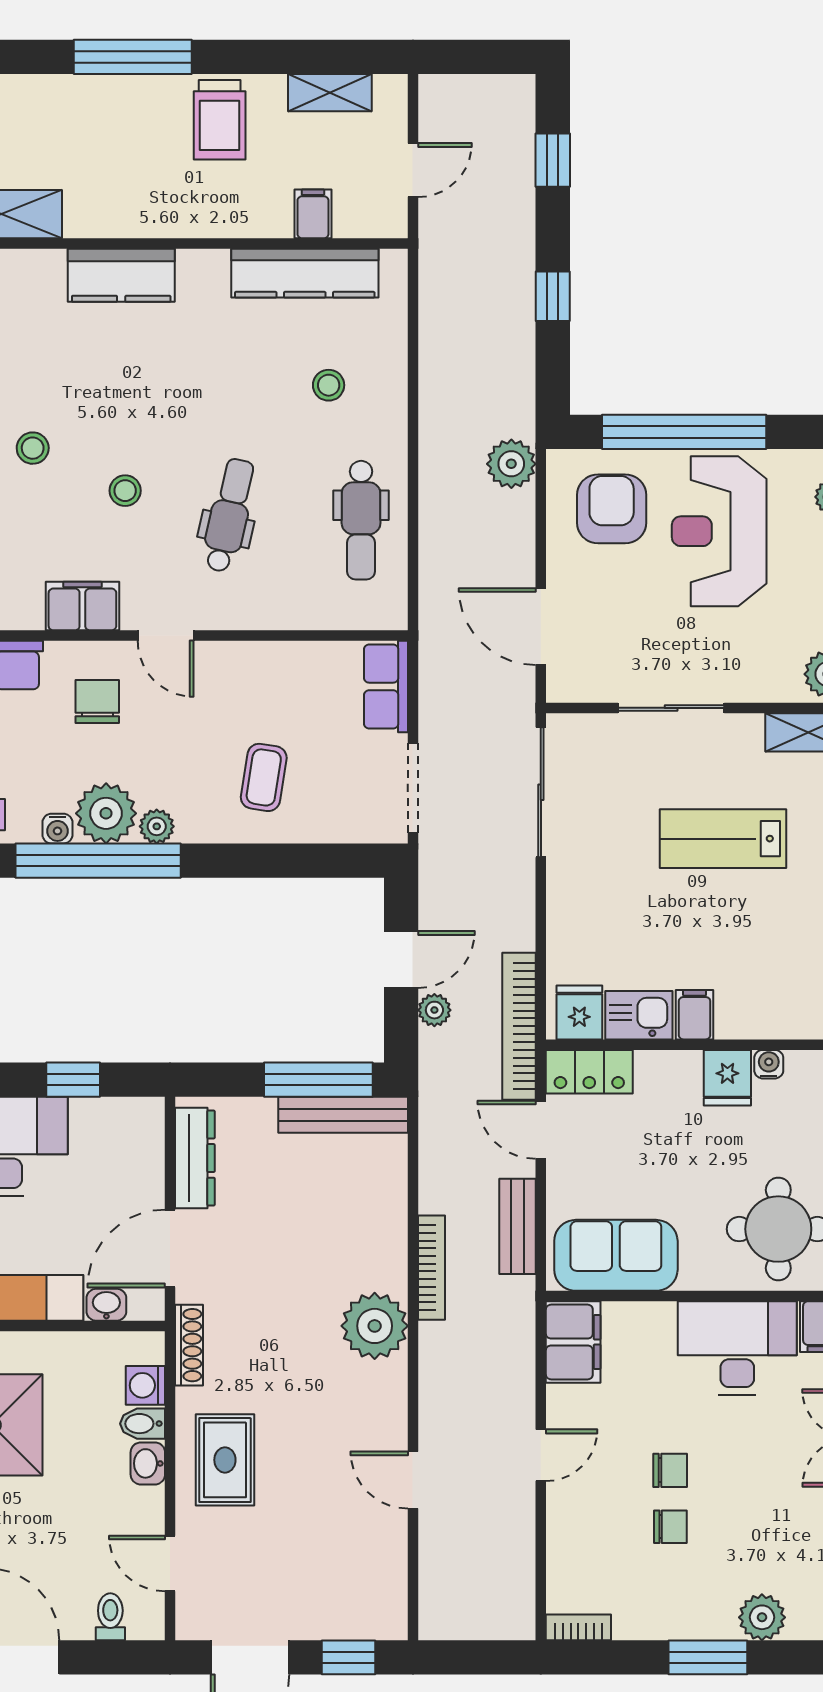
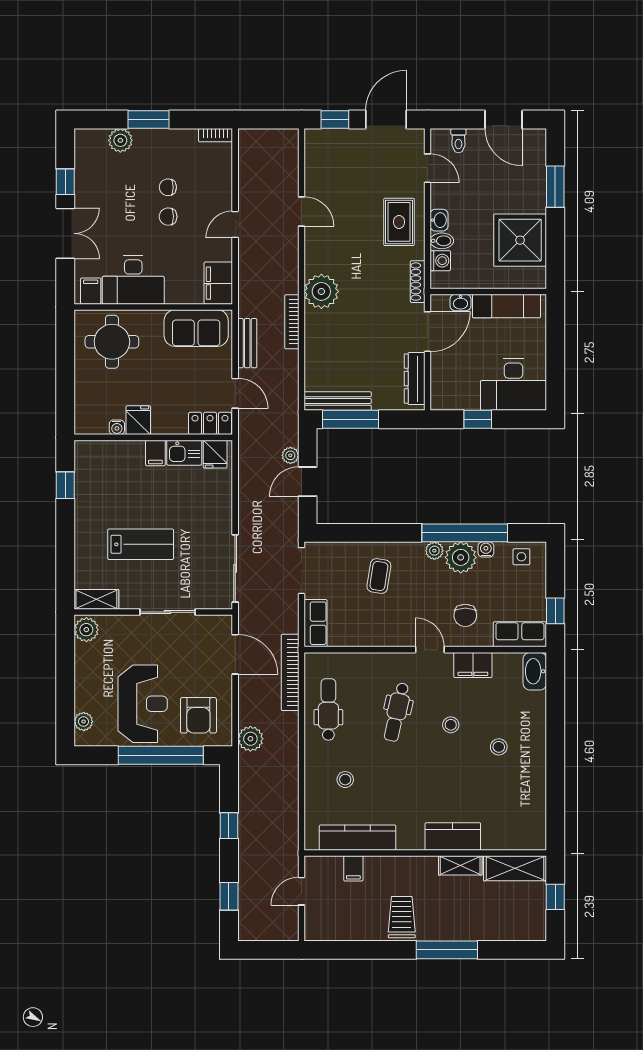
shelving: (330, 93) -> (460, 865), moved
bookcase: (519, 1026) -> (290, 672), moved, turned 180

